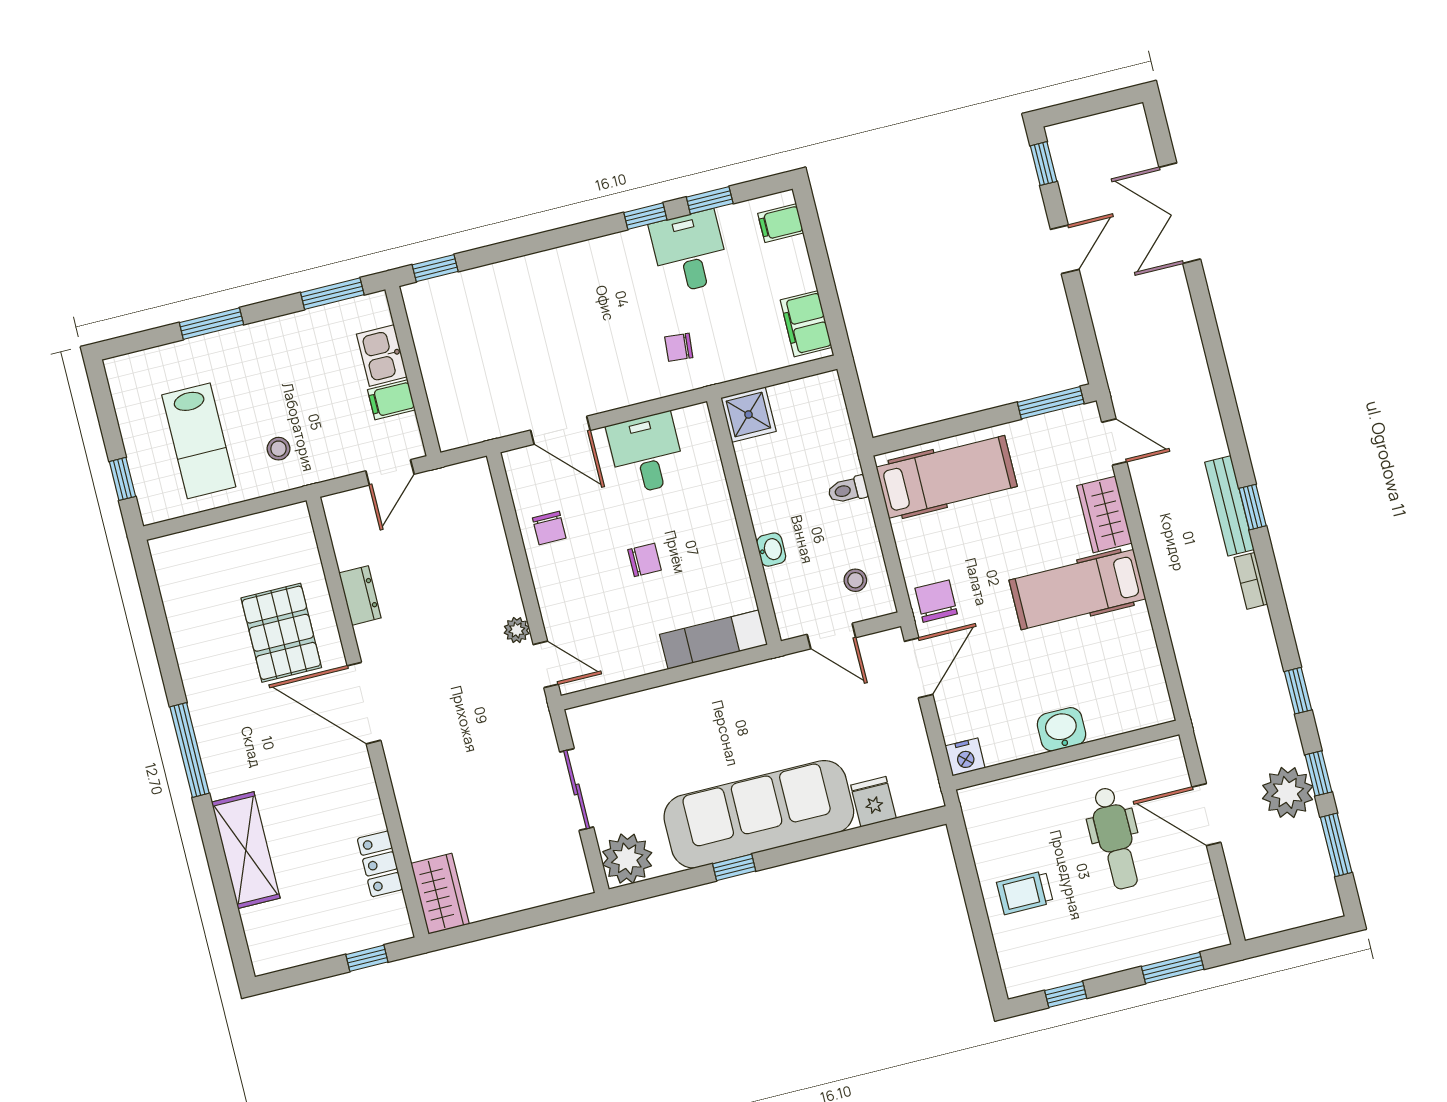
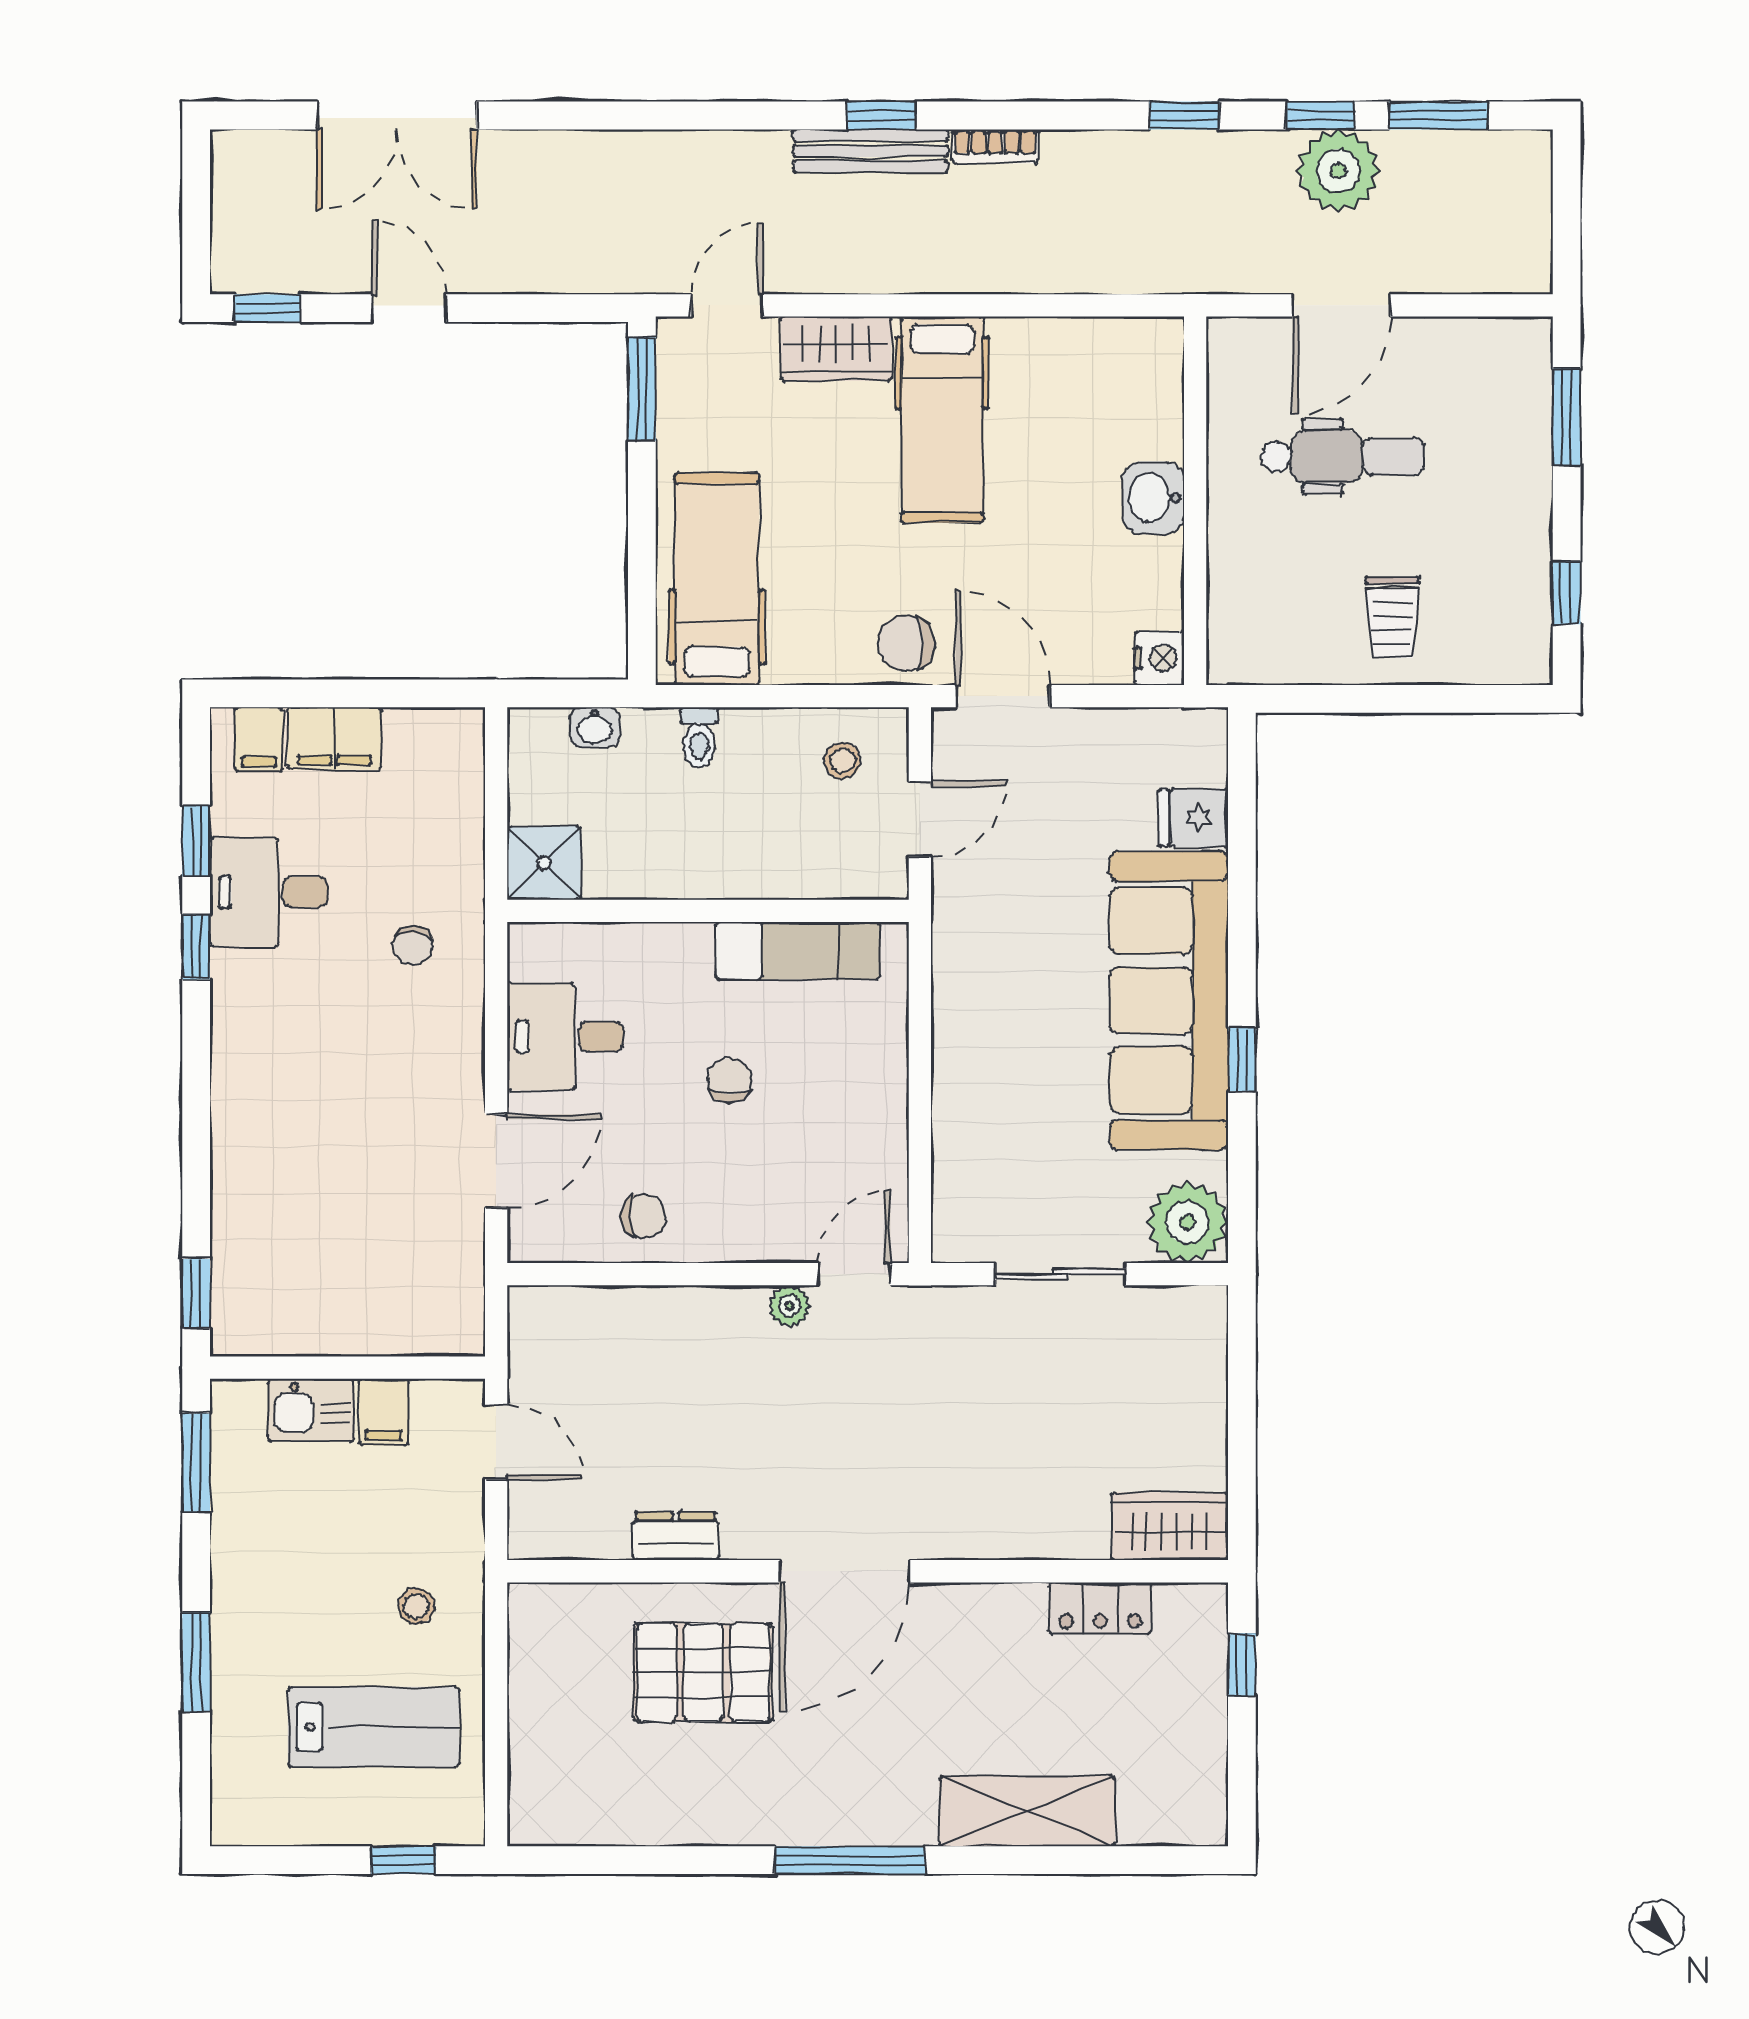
filing cabinet: (806, 324) -> (334, 738), moved
washbasin: (771, 550) -> (595, 727), moved, turned 180
exam couch: (713, 640) -> (798, 951), moved, turned -90

